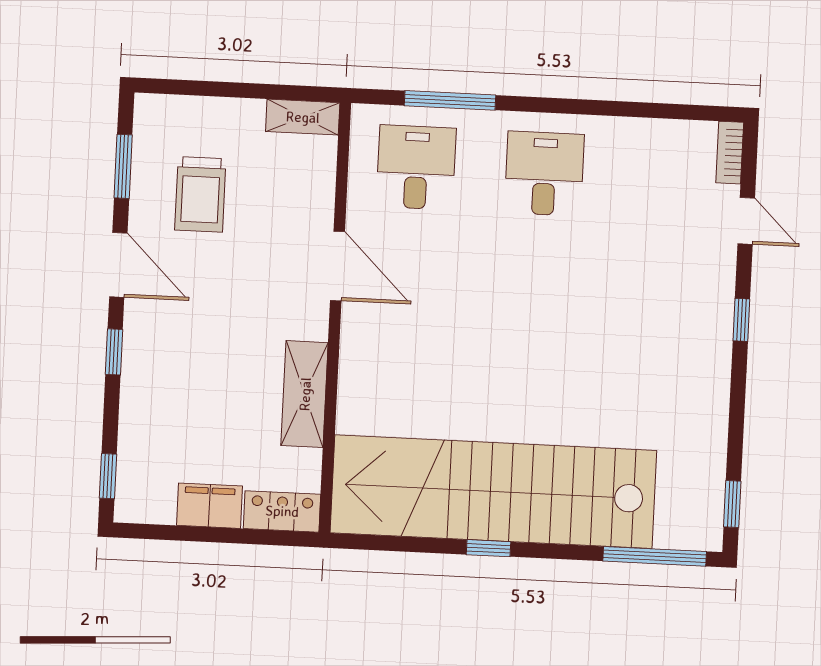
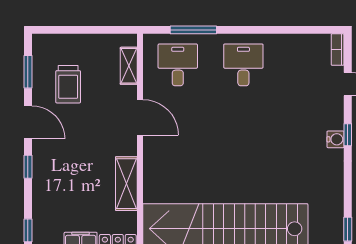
shelving: (303, 117) -> (129, 66), moved, turned 90
water cooler: (717, 328) -> (336, 139), added

